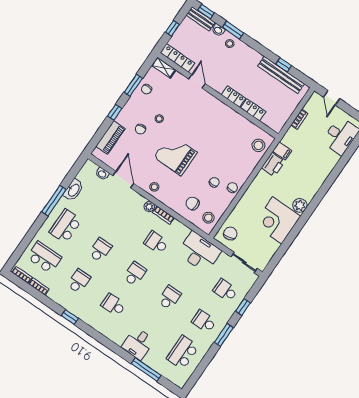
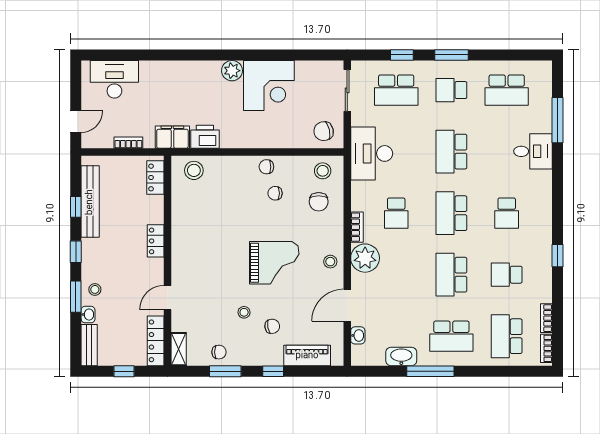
window: (206, 12) -> (76, 252), moved
locker: (253, 110) -> (155, 177), moved
filing cabinet: (282, 151) -> (172, 137), width x2.00
grand piano: (175, 155) -> (274, 263), turned -90
plant: (149, 207) -> (365, 258), width x1.87, depth x1.87
school desk: (100, 250) -> (451, 275), width x1.85
school desk: (135, 274) -> (451, 213), width x1.85
school desk: (225, 290) -> (396, 90), width x1.85
school desk: (169, 298) -> (451, 152), width x1.85
school desk: (204, 321) -> (451, 90), turned 90

